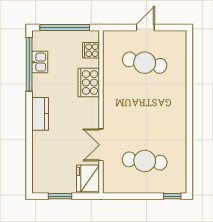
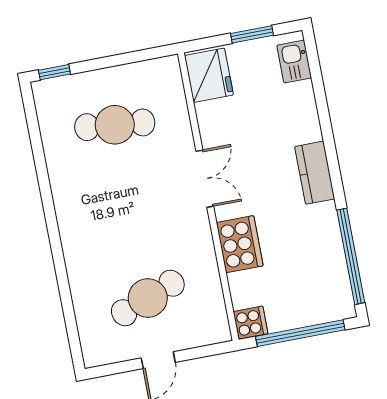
cooker: (91, 50) -> (251, 323), moved
kitchen sink: (40, 62) -> (294, 62), moved
cafe table: (145, 63) -> (148, 298), turned -33
double door: (101, 145) -> (205, 179), moved

